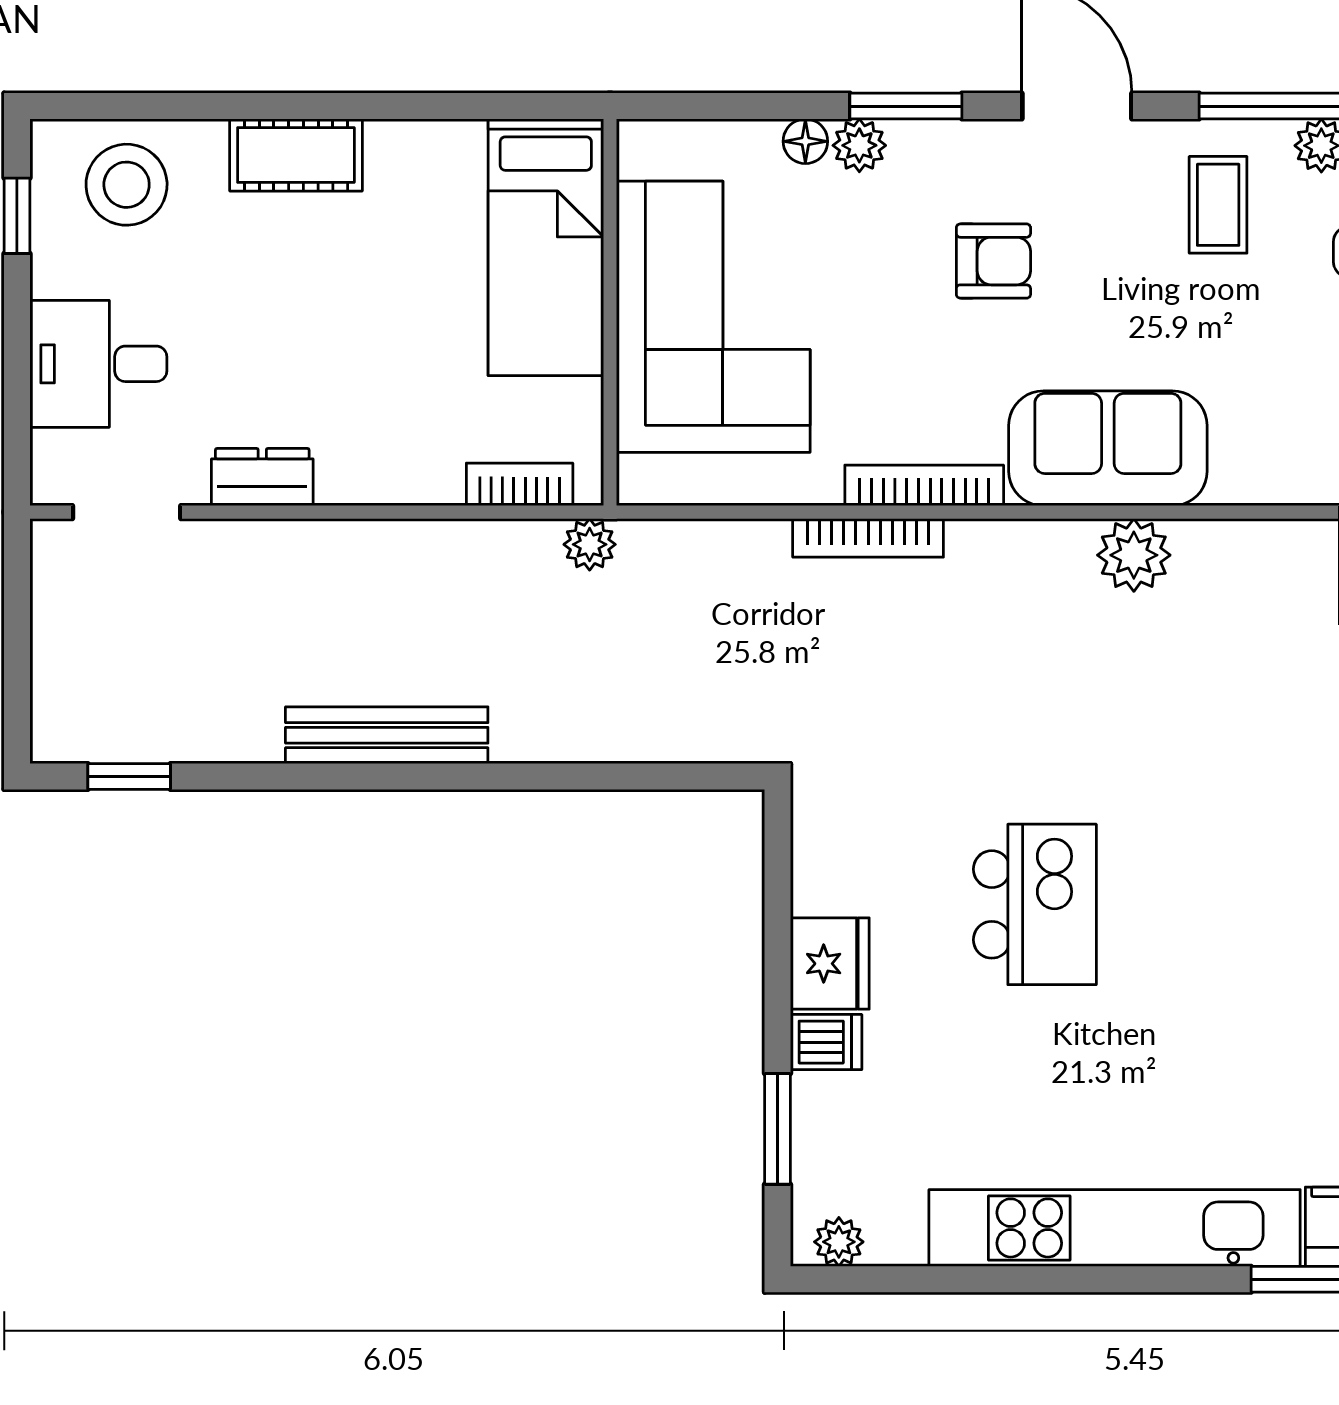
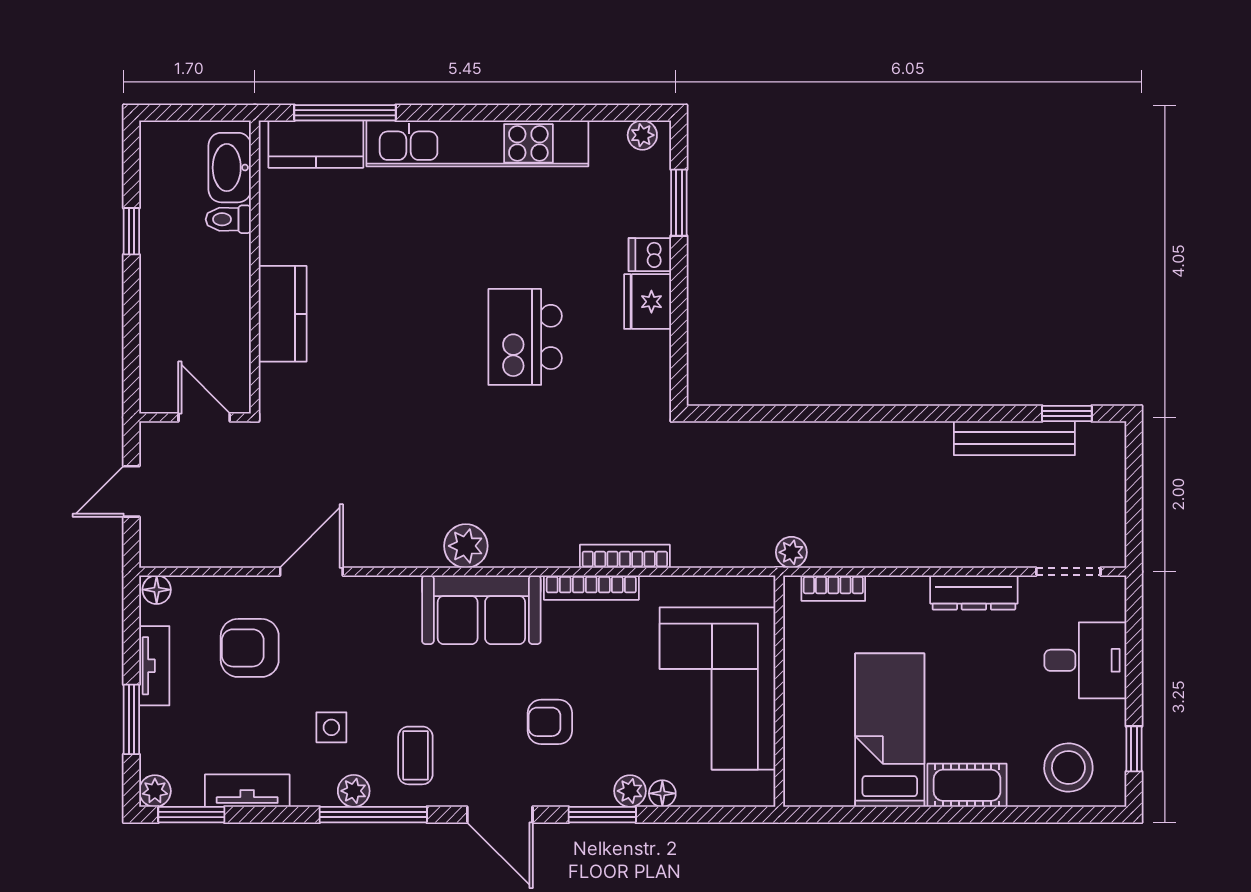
bed: (546, 247) -> (890, 730), moved
dresser: (262, 477) -> (974, 593), width x1.44
bench: (387, 735) -> (1014, 438), moved

